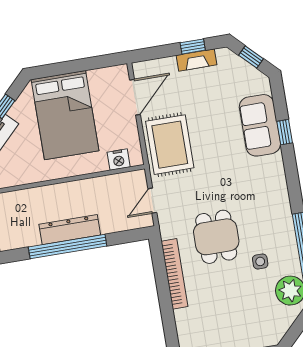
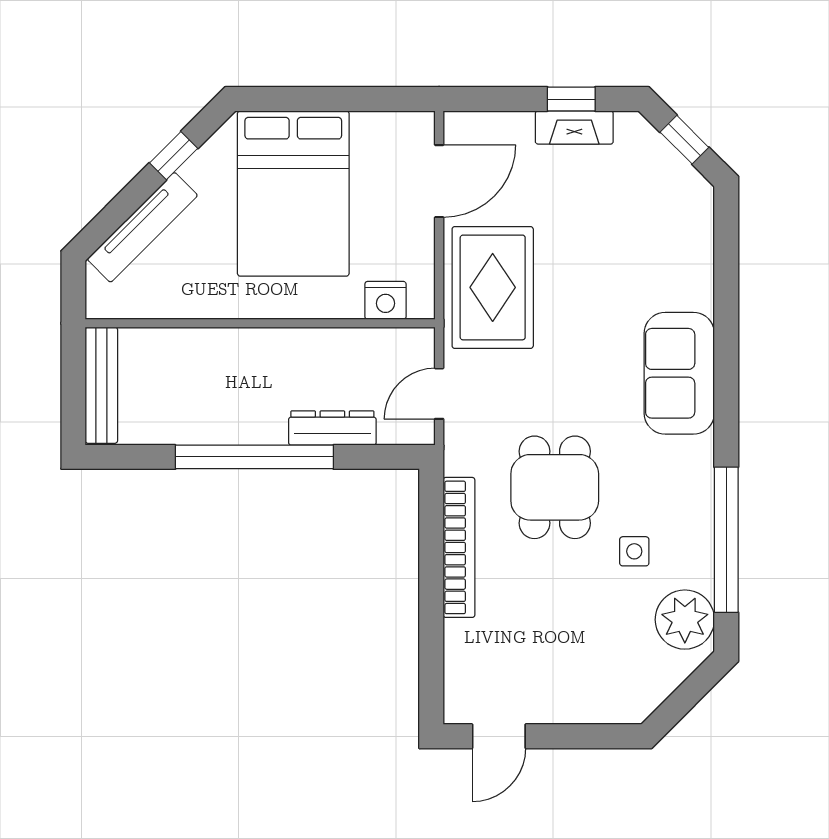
sofa: (260, 125) -> (679, 373), moved
window: (285, 132) -> (726, 301), removed
dresser: (70, 230) -> (332, 428), moved, width x0.73, depth x0.80

